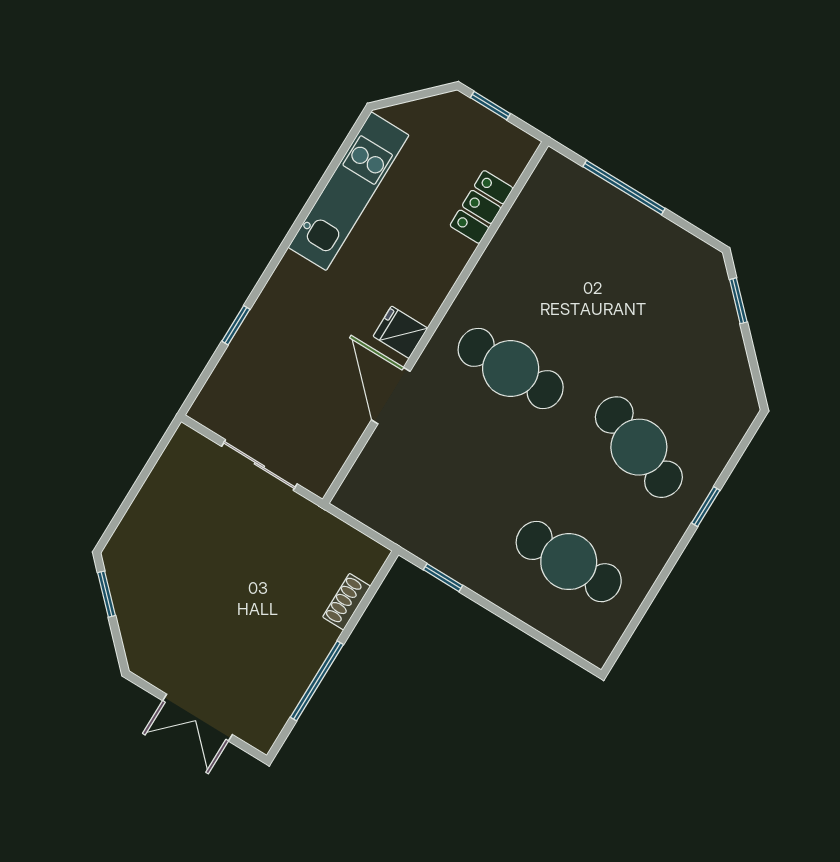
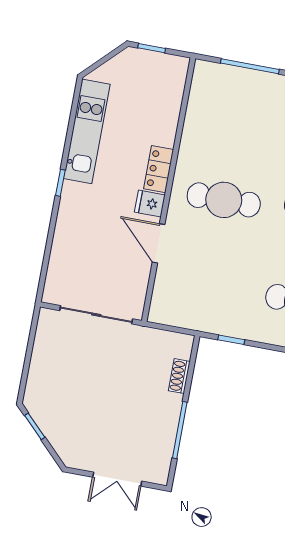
locker: (482, 207) -> (159, 169), moved
window: (236, 325) -> (60, 183), moved
sliding door: (259, 465) -> (96, 315), width x1.37

